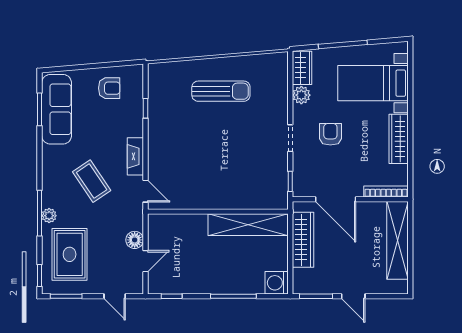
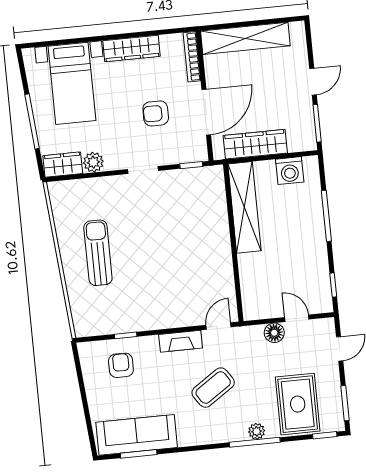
armchair: (109, 88) -> (121, 365), moved
armchair: (330, 134) -> (156, 113), moved
rug: (70, 254) -> (298, 404), turned 90
washing machine: (277, 283) -> (290, 171), moved

